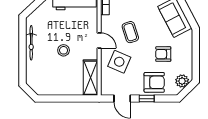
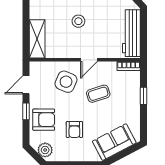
armchair: (163, 54) -> (74, 130), turned 180
shelving: (91, 78) -> (37, 39), moved, turned 90
armchair: (154, 82) -> (44, 120), turned -90

